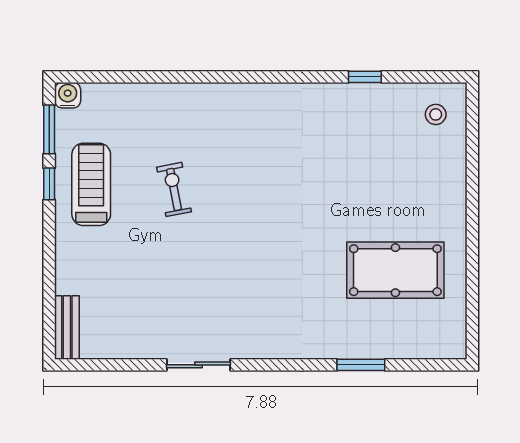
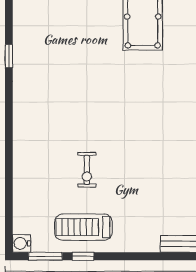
window: (365, 77) -> (9, 56), moved
exercise bike: (174, 189) -> (87, 170), turned -79

